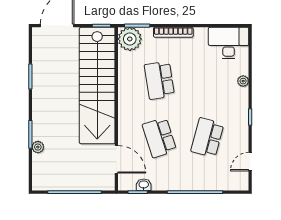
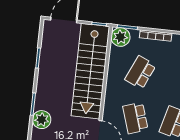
school desk: (159, 80) -> (140, 72), turned 33
plant: (38, 147) -> (42, 120), width x1.87, depth x1.87

